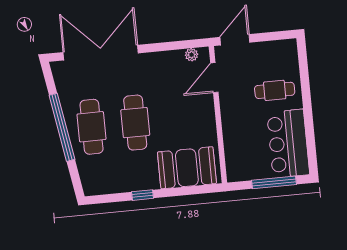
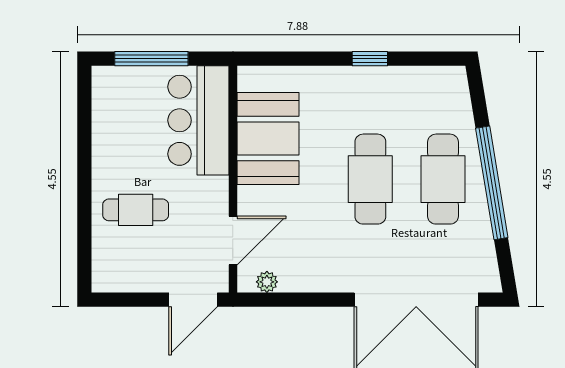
bar counter: (288, 144) -> (198, 120), moved, turned 180
booth: (187, 168) -> (268, 138), moved, turned 90

